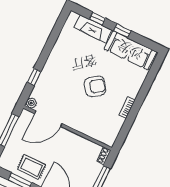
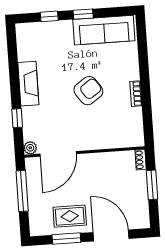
fireplace: (93, 29) -> (28, 84), moved, turned -90

